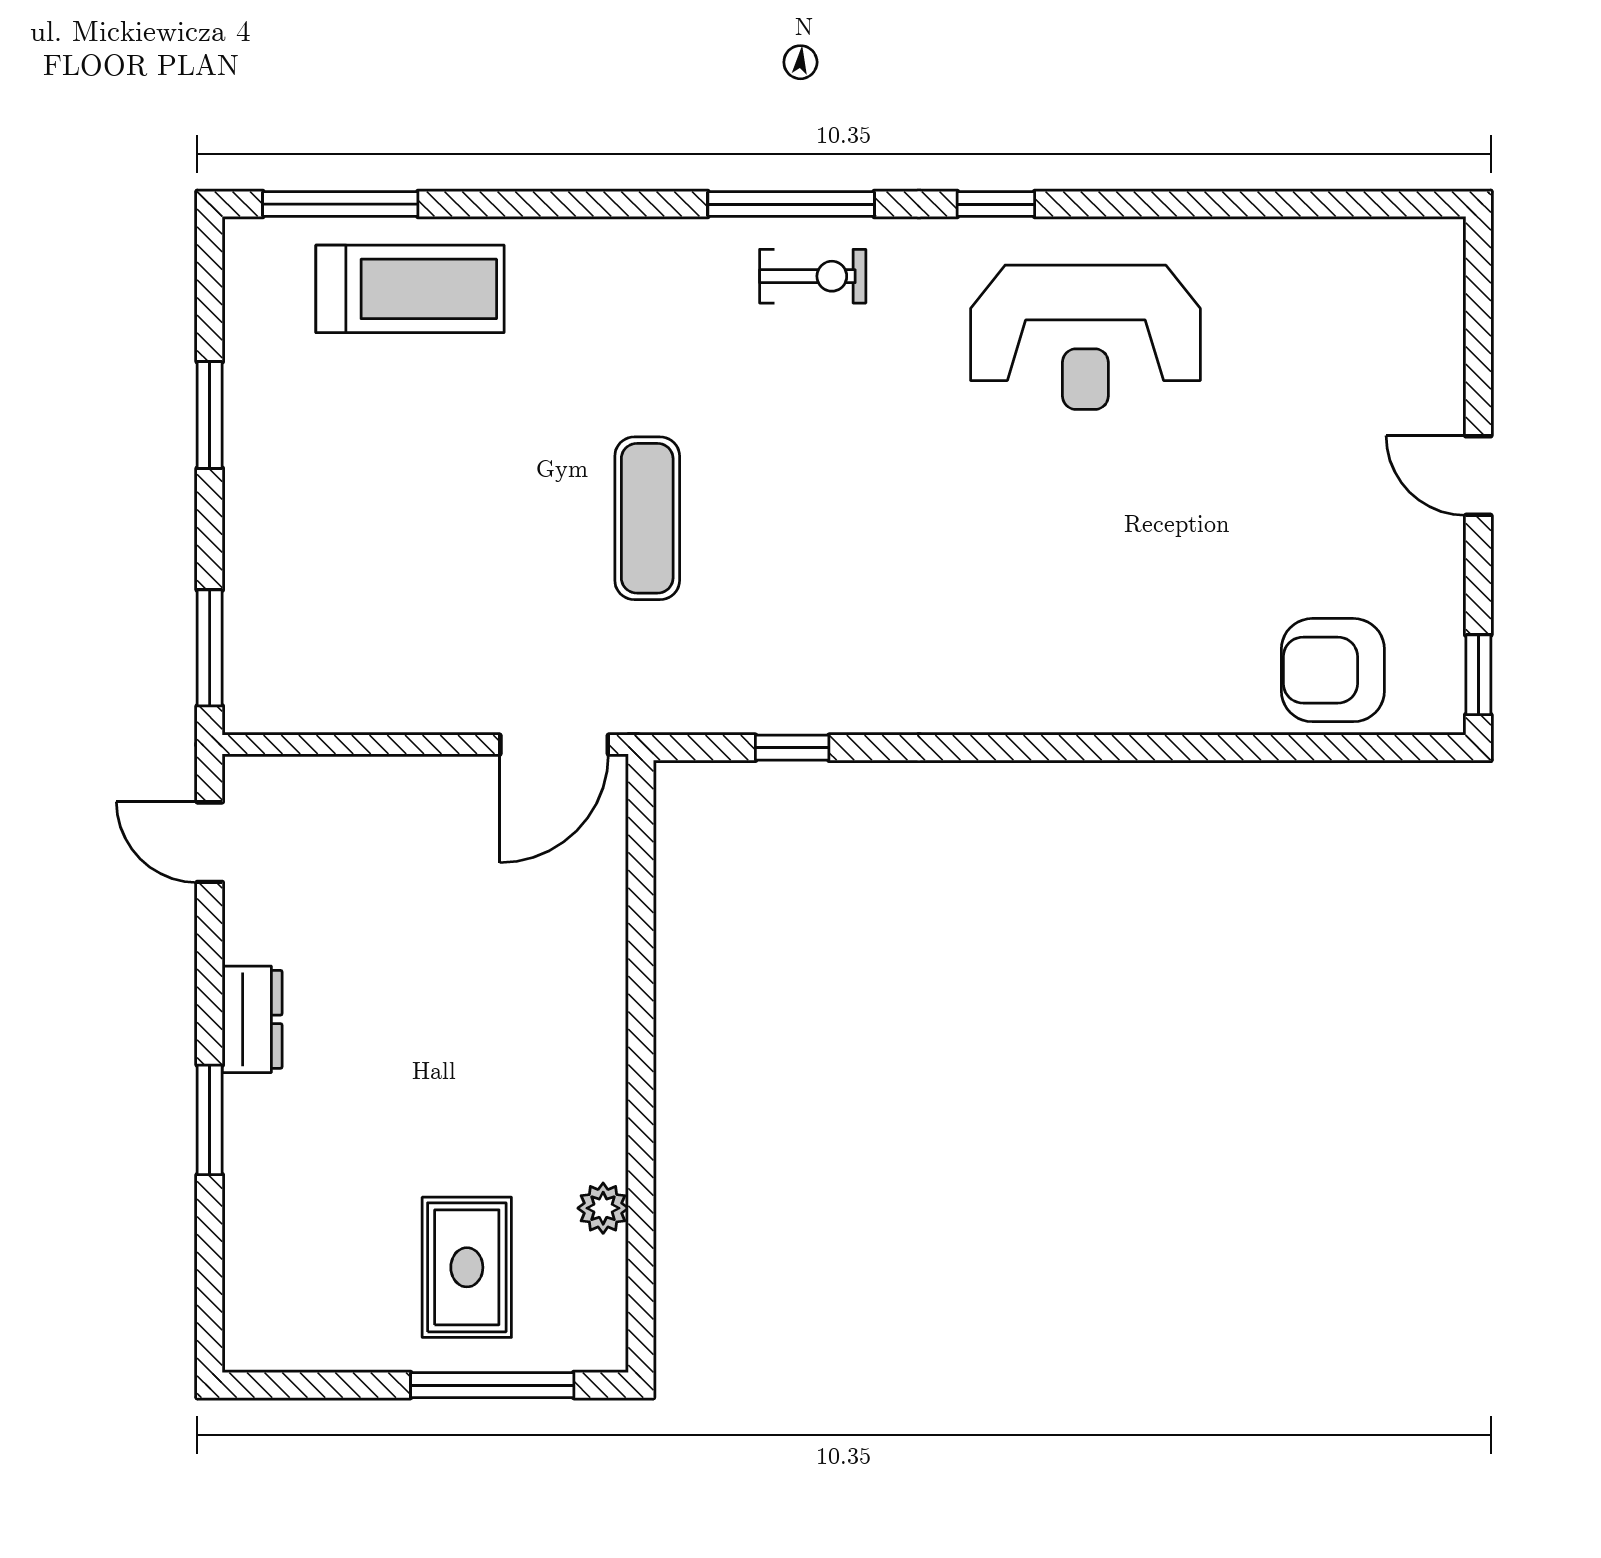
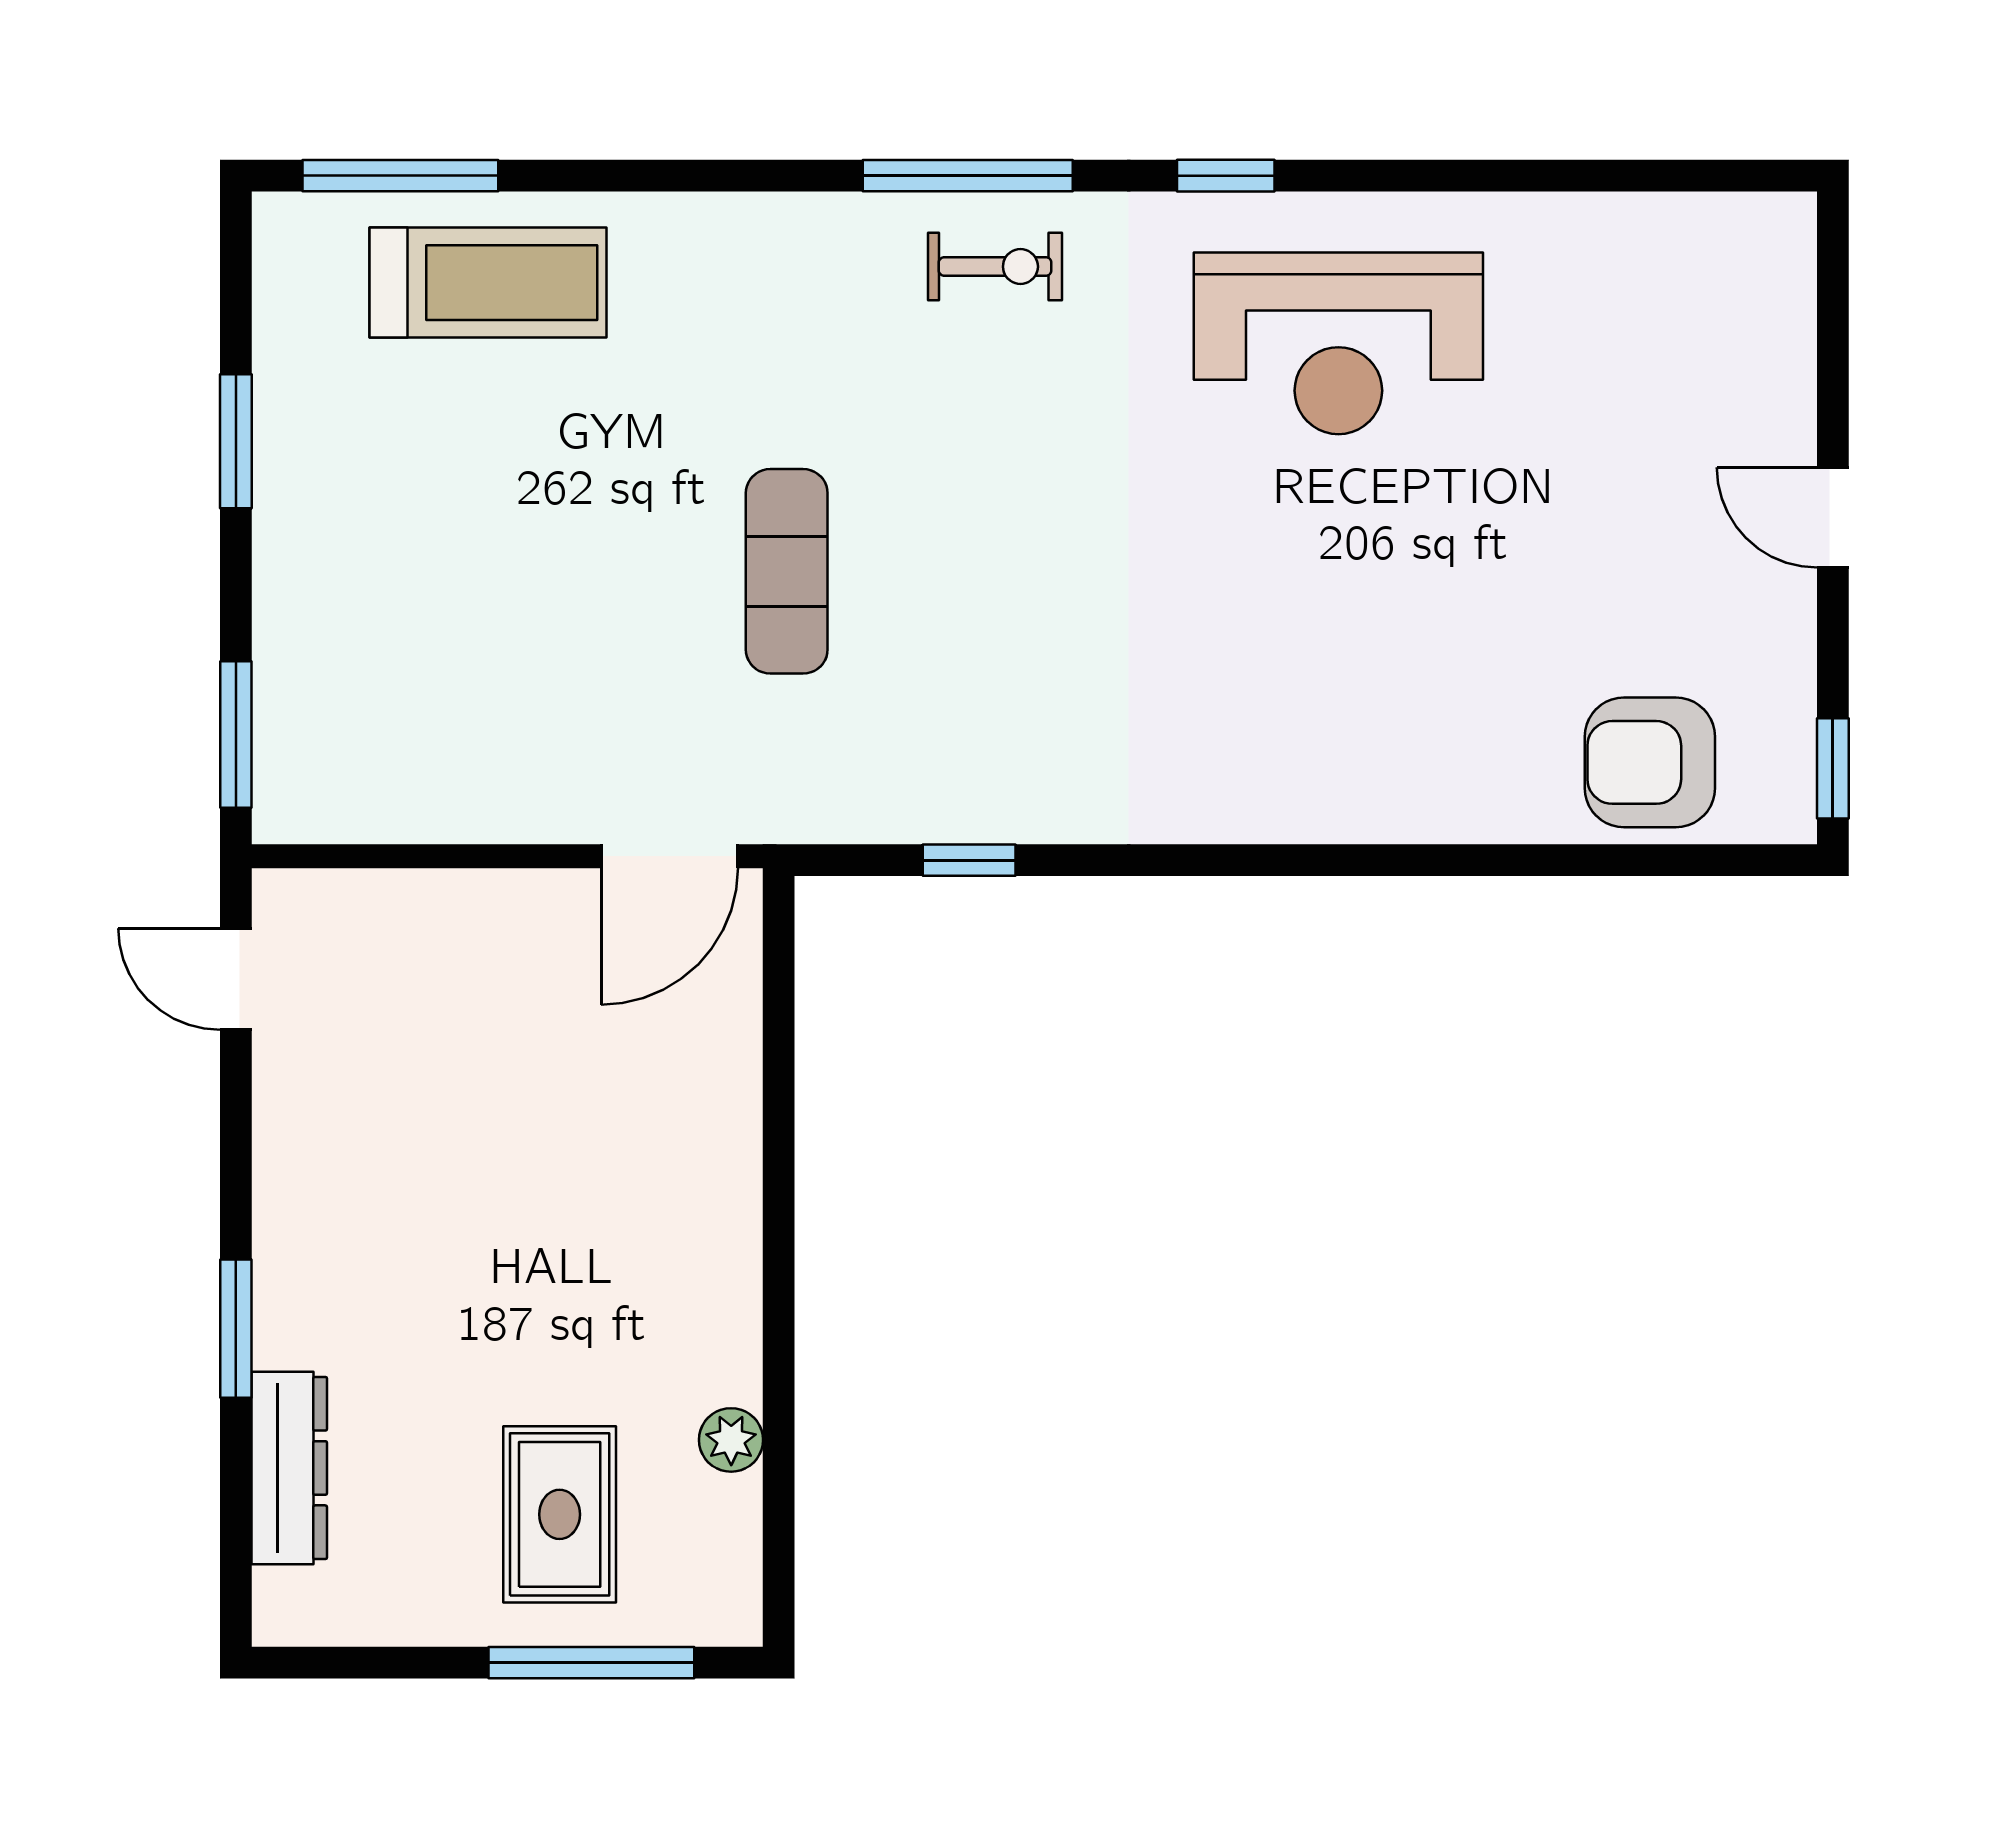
dresser: (252, 1019) -> (289, 1468), moved, width x1.44

